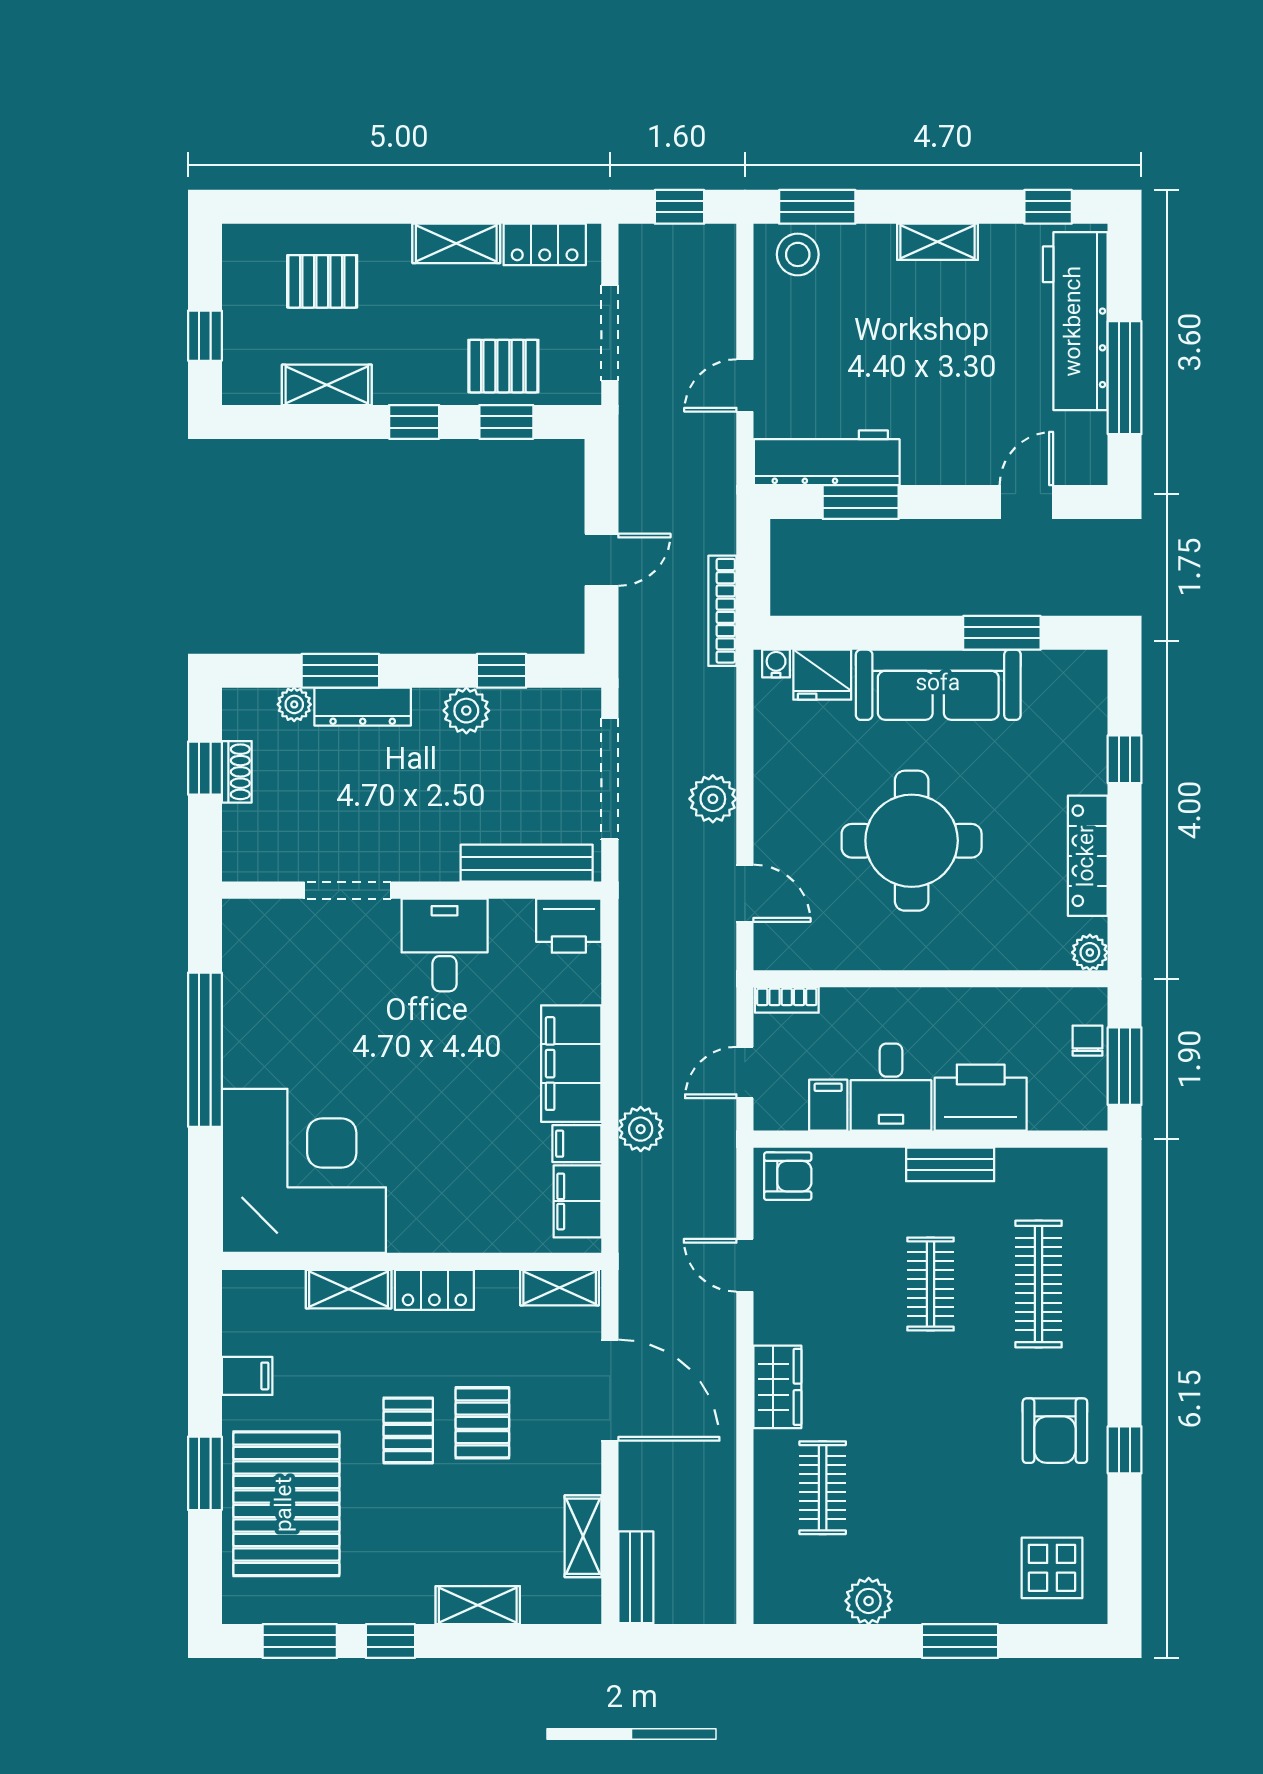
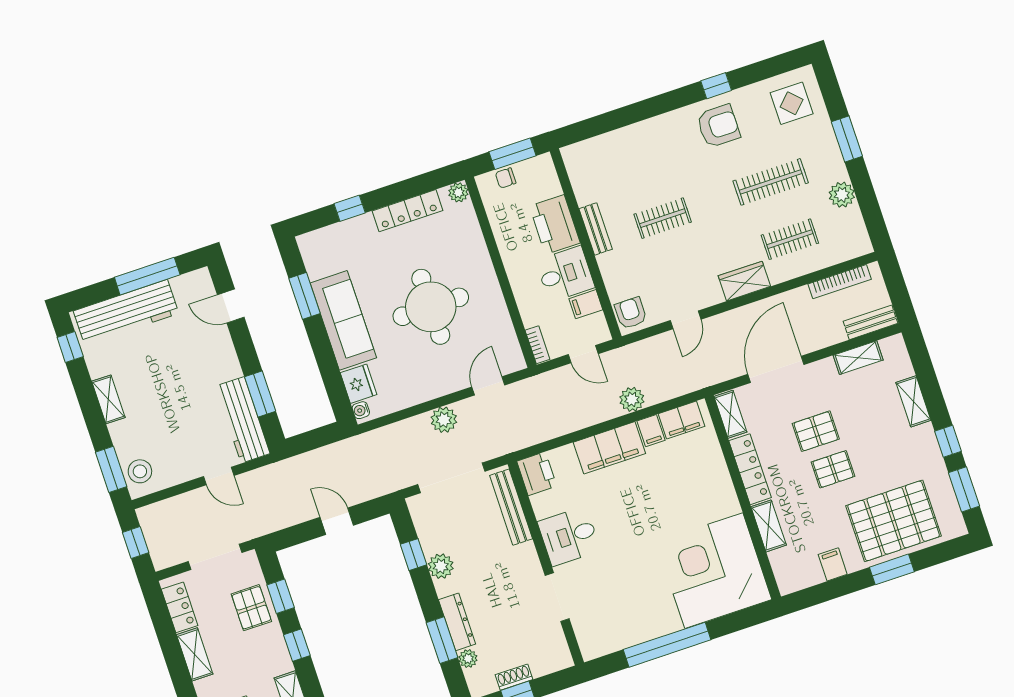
bookcase: (722, 611) -> (840, 282), moved
clothes rail: (1038, 1284) -> (771, 182), moved
locker: (434, 1290) -> (750, 469), width x1.53

